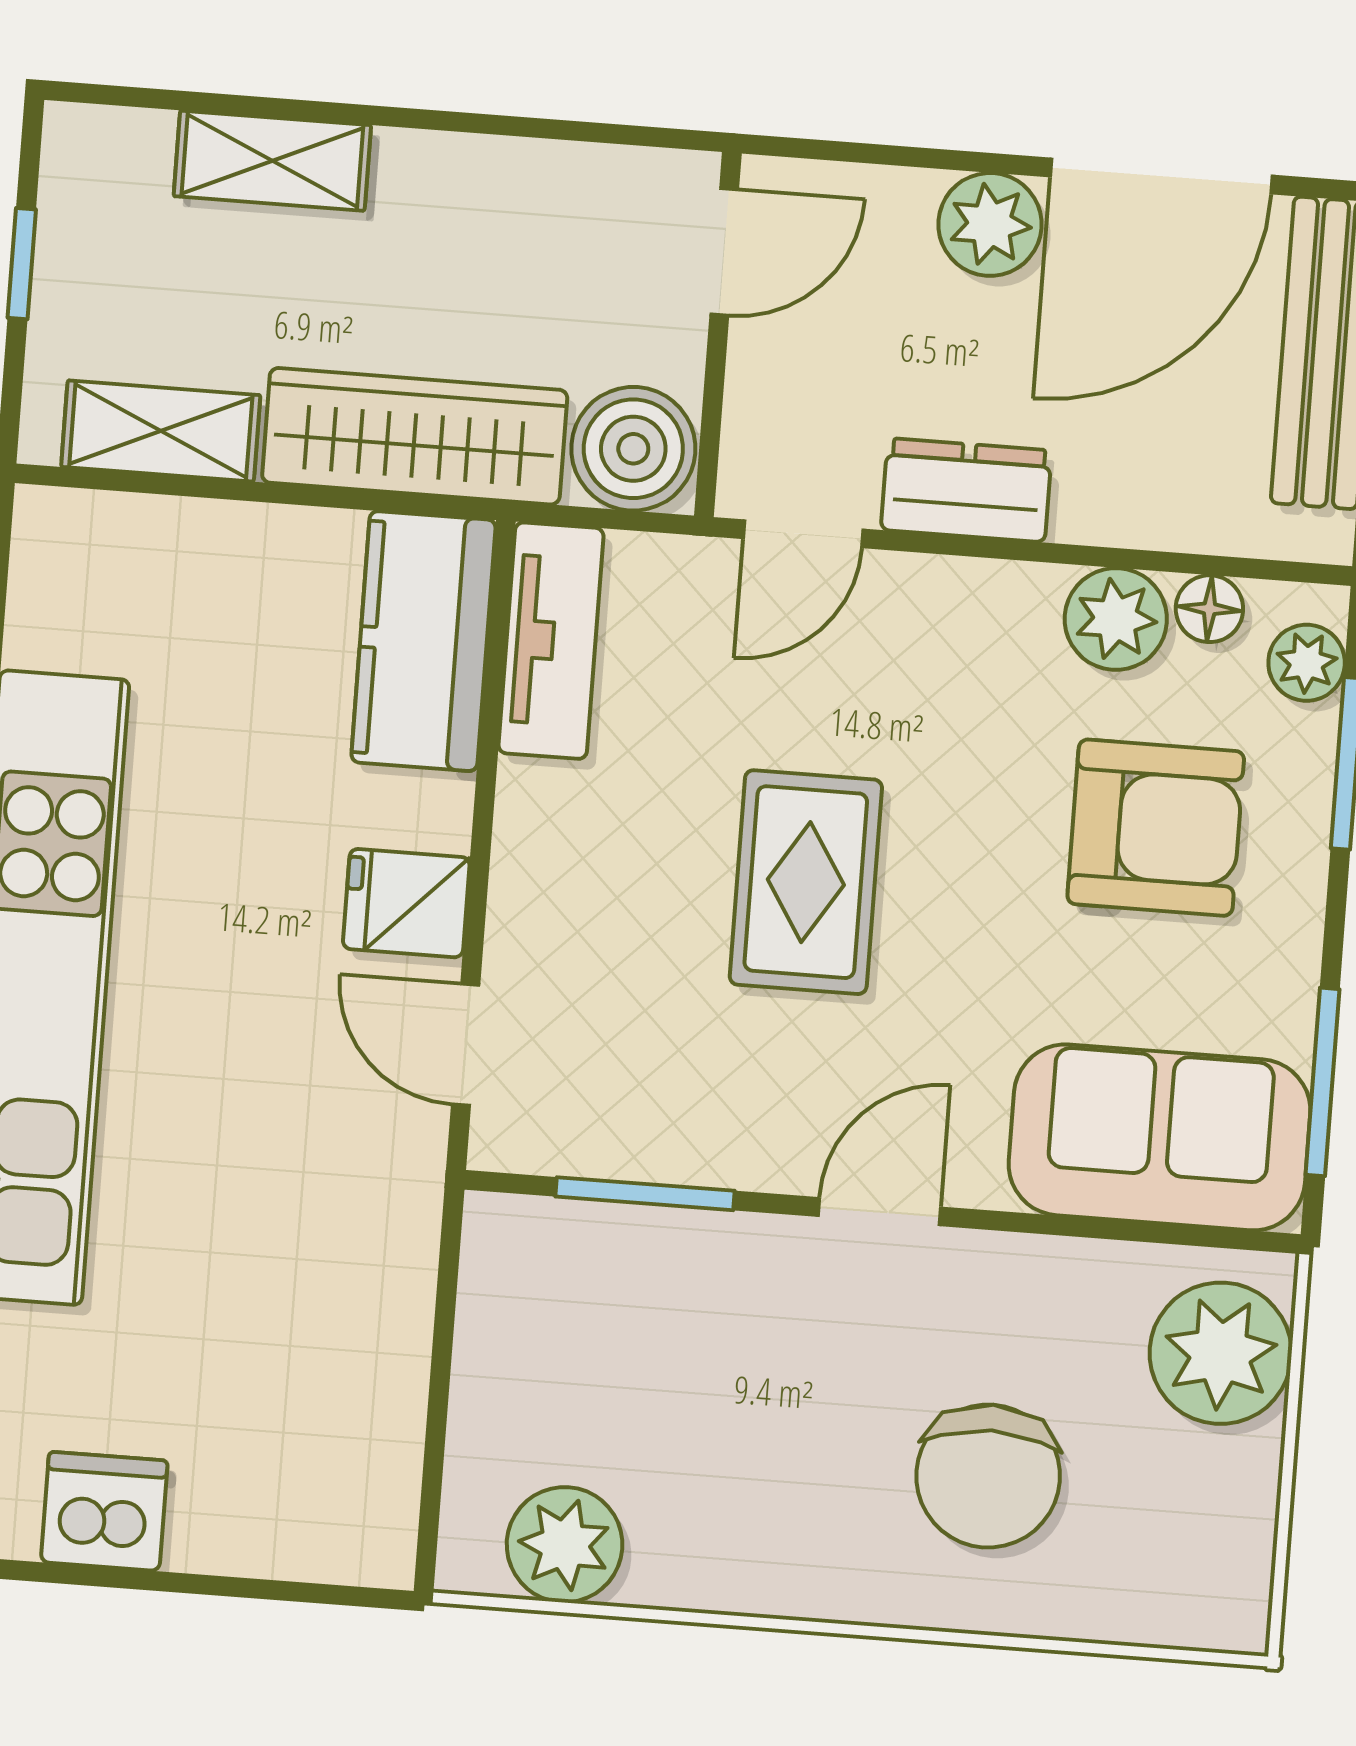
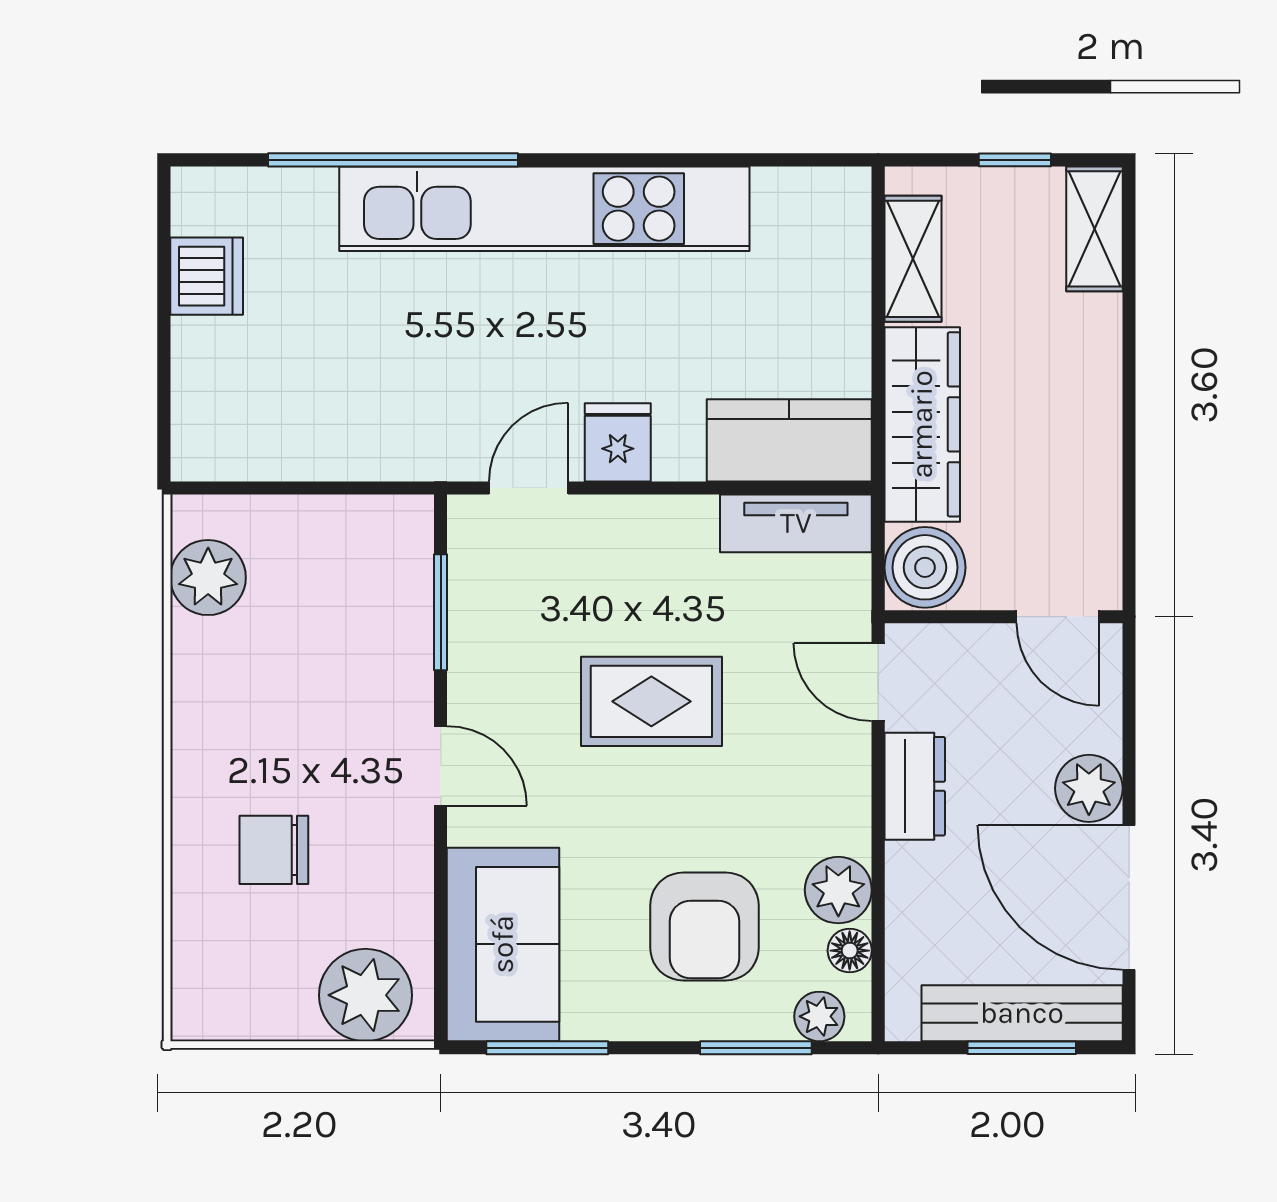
shelving: (272, 161) -> (1094, 229), moved
chair: (988, 1476) -> (274, 850), width x0.73, depth x0.73

